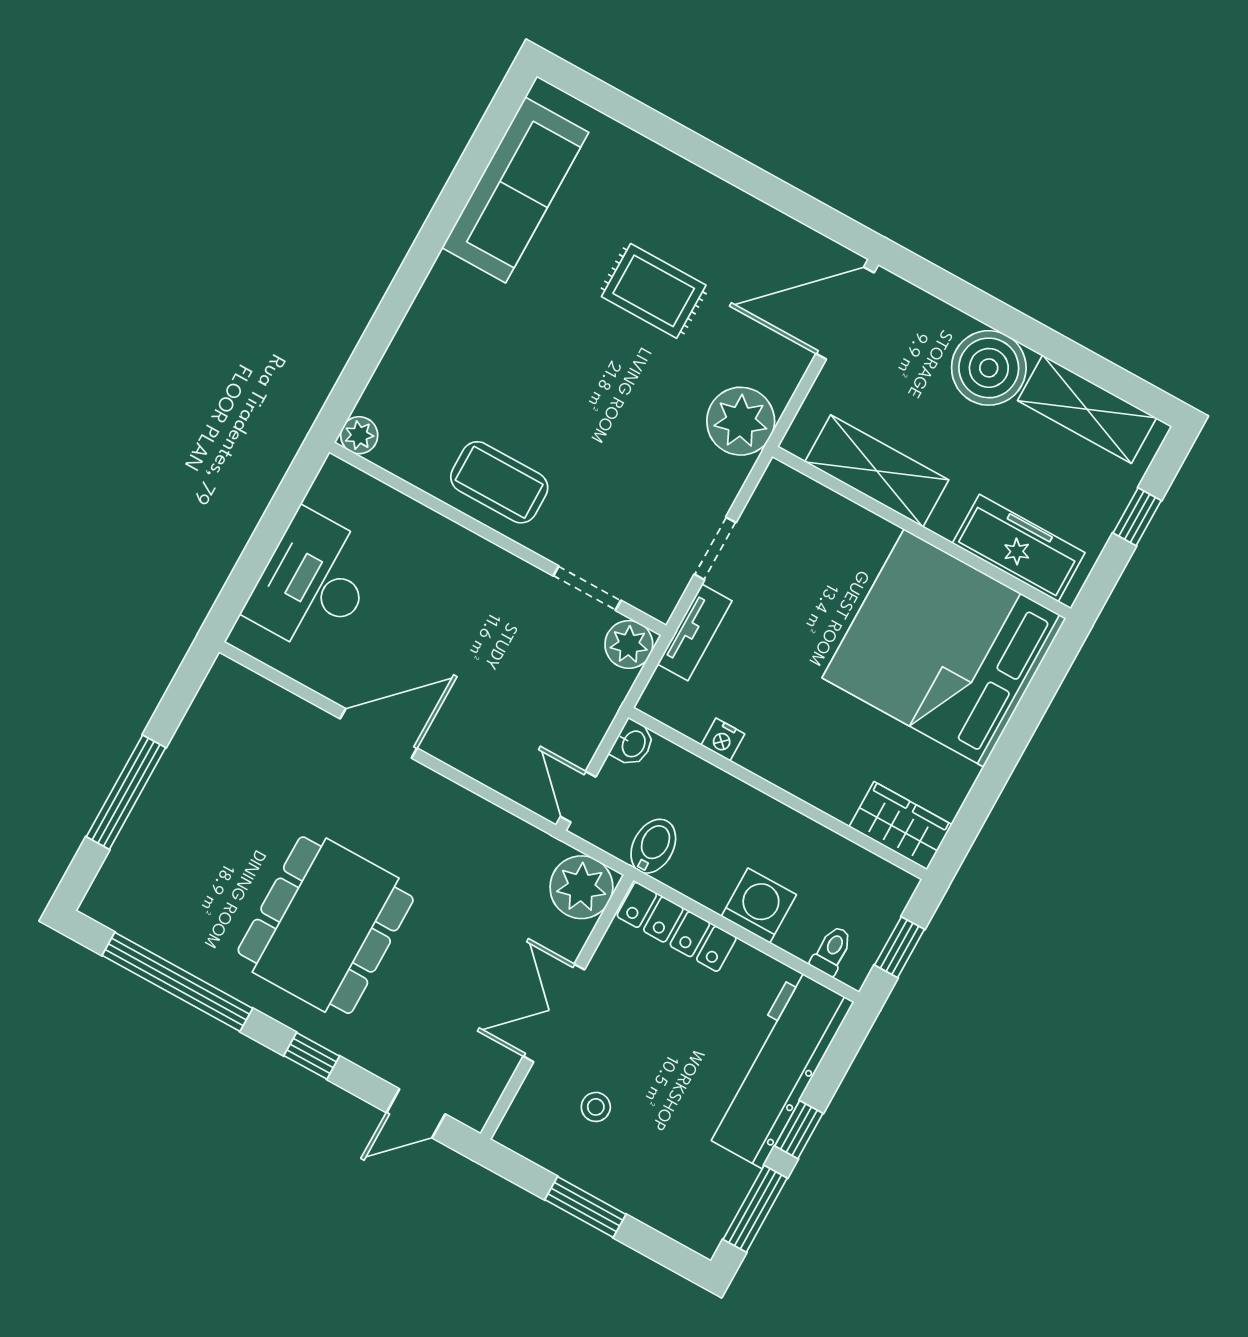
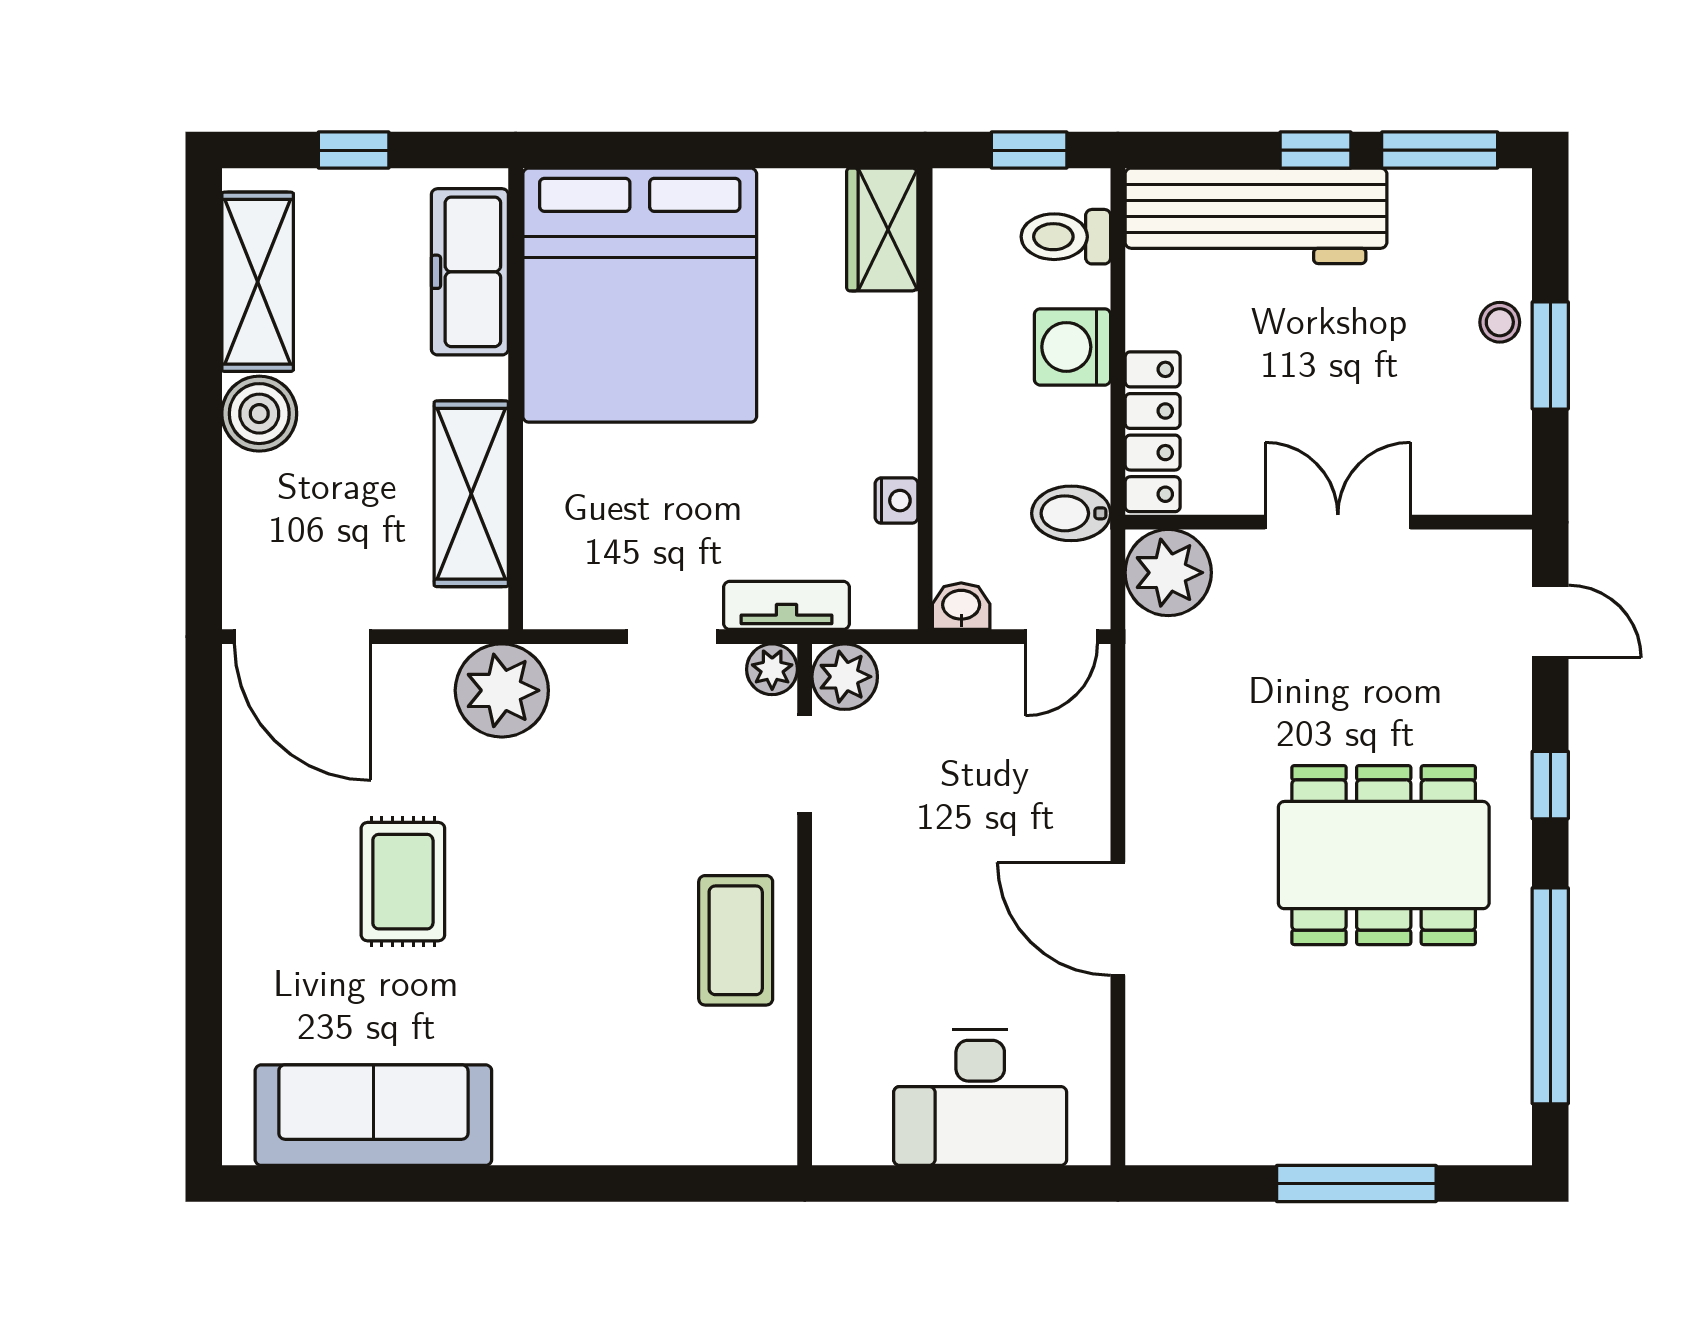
boiler: (989, 368) -> (259, 414), width x0.73, depth x0.73
plant: (359, 435) -> (772, 669), moved
toilet: (832, 951) -> (1066, 237), width x1.37, depth x1.39
double door: (554, 1013) -> (1338, 522), swing flipped
stool: (596, 1107) -> (1500, 322), moved

